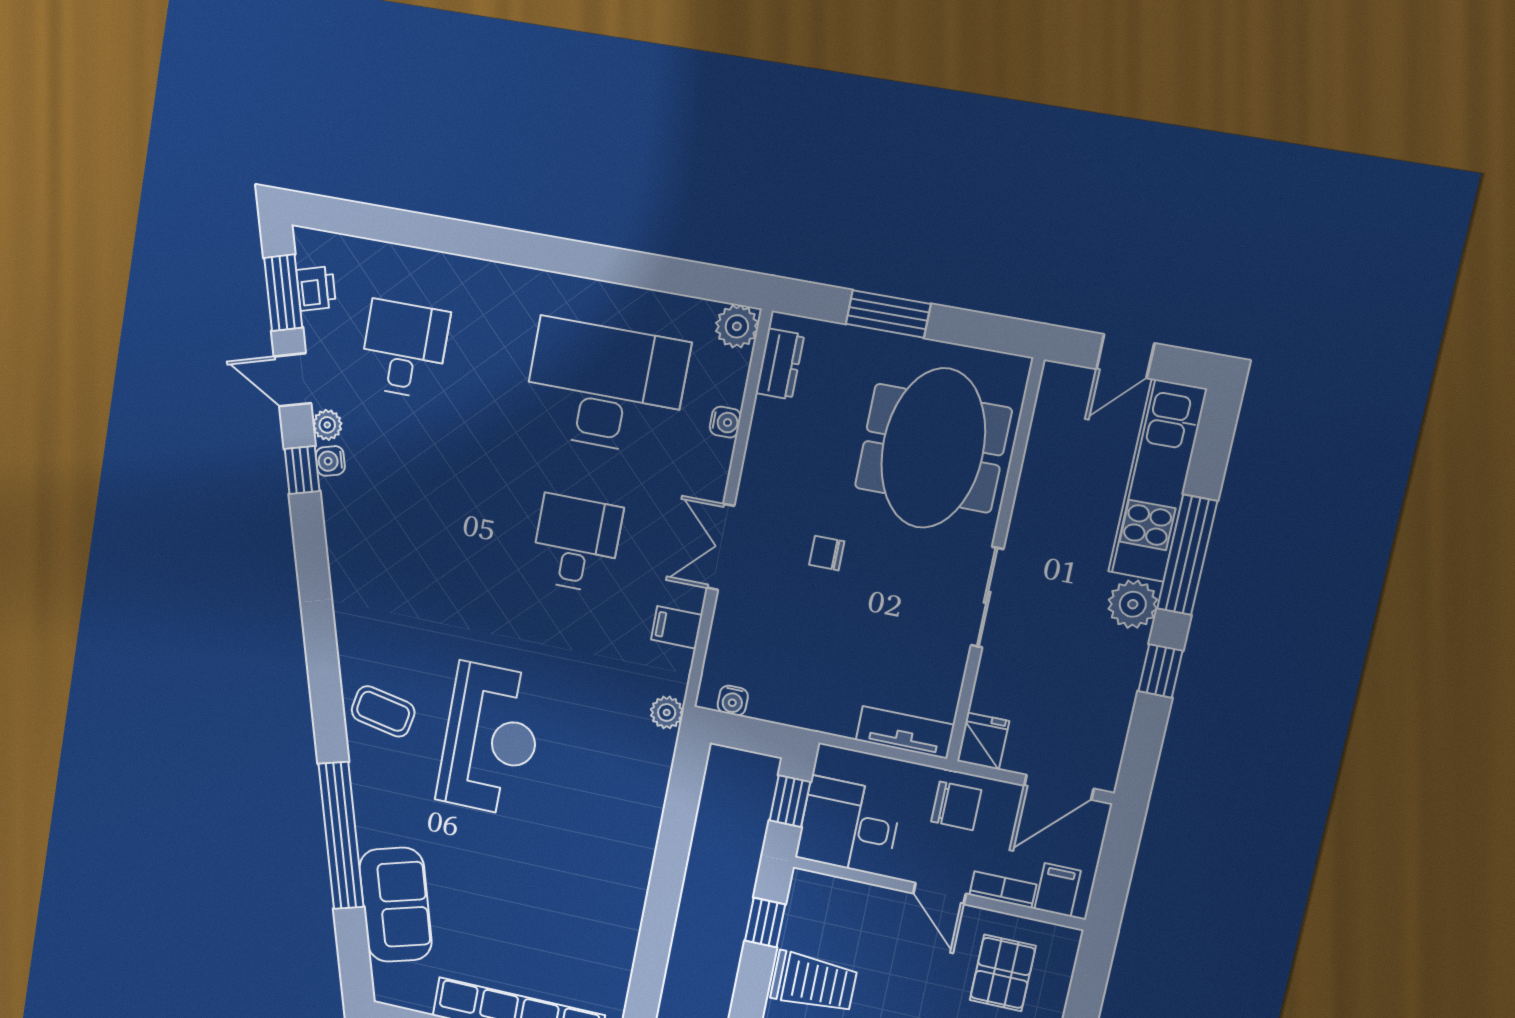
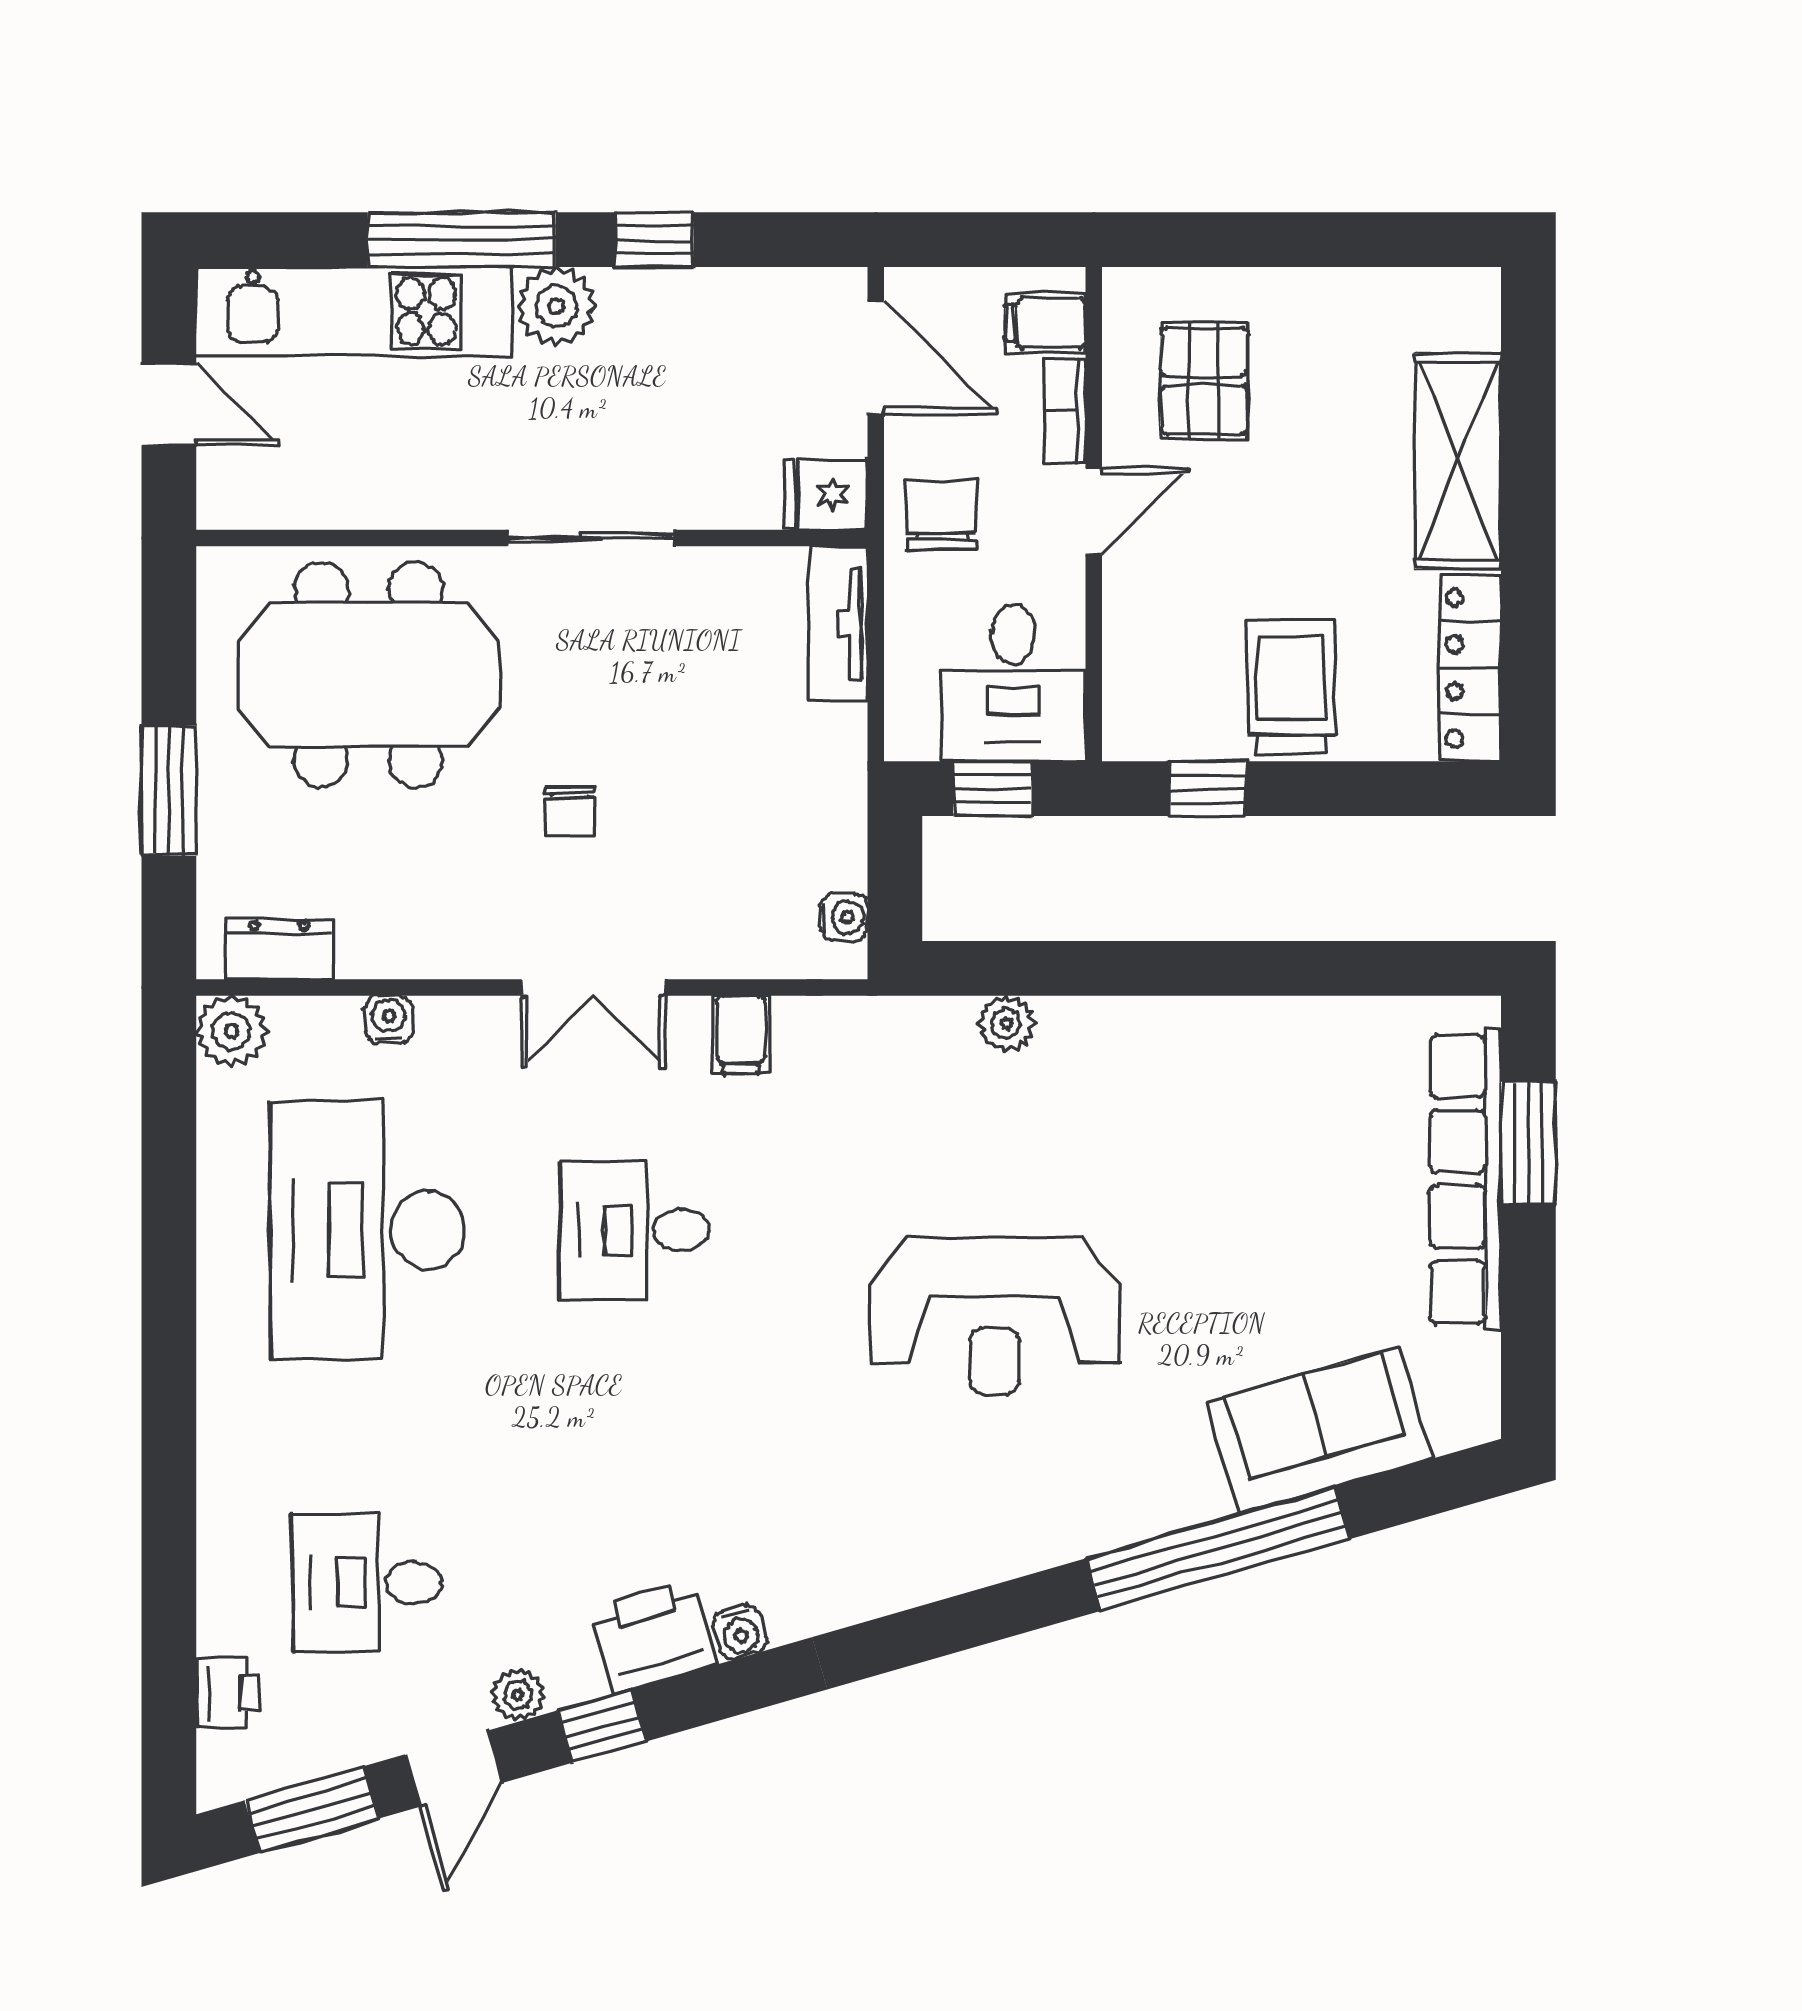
printer: (316, 288) -> (228, 1693), moved, turned 106
water cooler: (330, 461) -> (740, 1632), moved
printer: (347, 509) -> (653, 1636), added
coffee table: (383, 711) -> (986, 1512), removed
plant: (667, 712) -> (1006, 1024), moved
reception desk: (491, 739) -> (995, 1315), turned 180
pallet: (1003, 973) -> (1204, 381), turned 90

